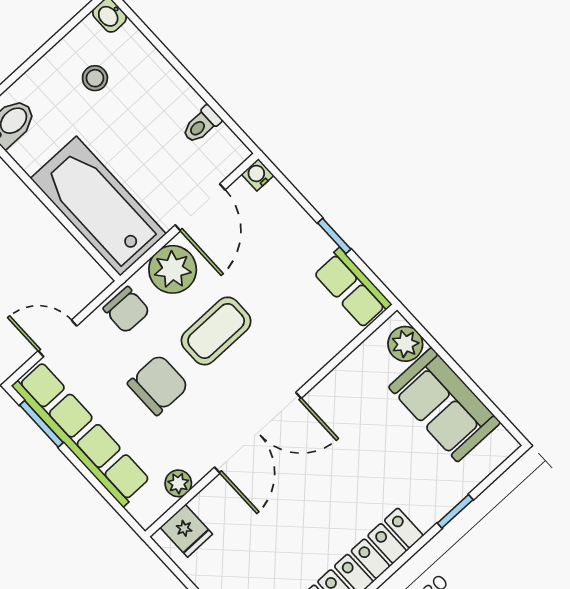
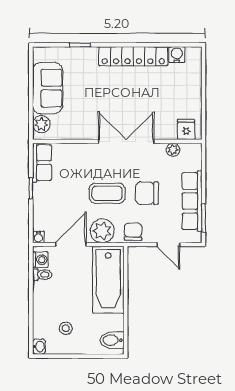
washing machine: (224, 144) -> (40, 260), added
row of seats: (81, 434) -> (192, 201), width x0.73

